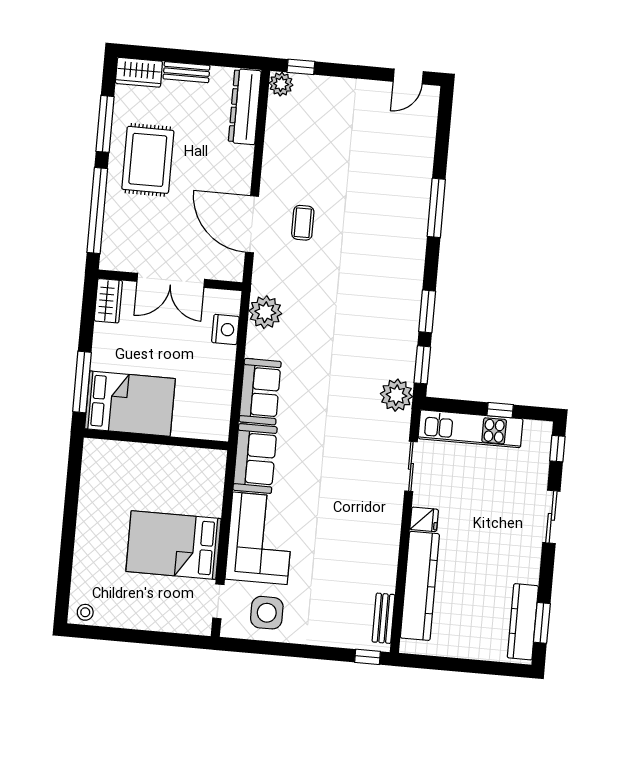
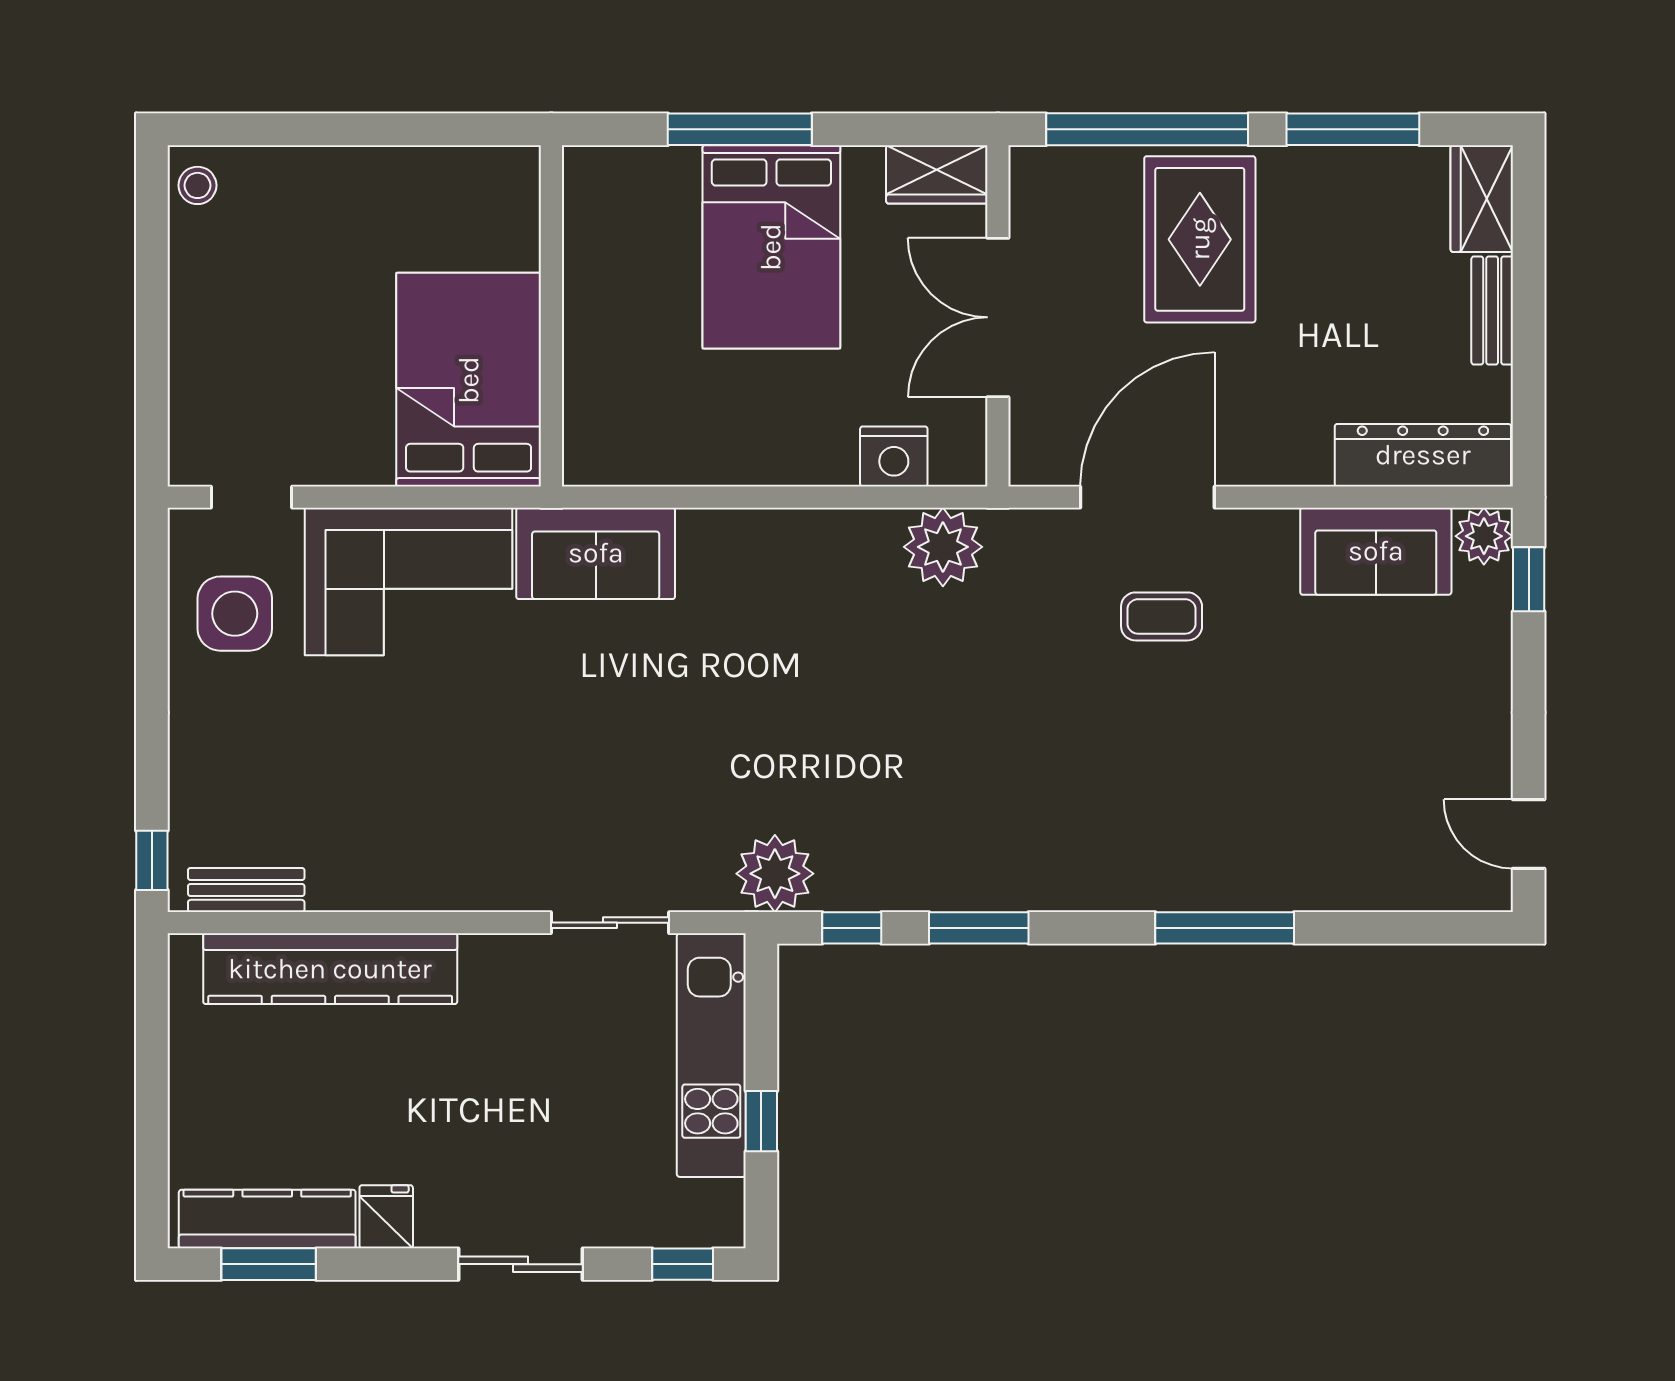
rug: (148, 160) -> (1200, 239), moved, turned 90
window: (422, 365) -> (852, 928), width x0.67
sofa: (260, 392) -> (1376, 551), moved
bed: (130, 404) -> (771, 247), moved
wall: (156, 440) -> (551, 316), moved
fridge: (424, 519) -> (386, 1217), moved, turned 180
bed: (174, 545) -> (469, 380), moved

